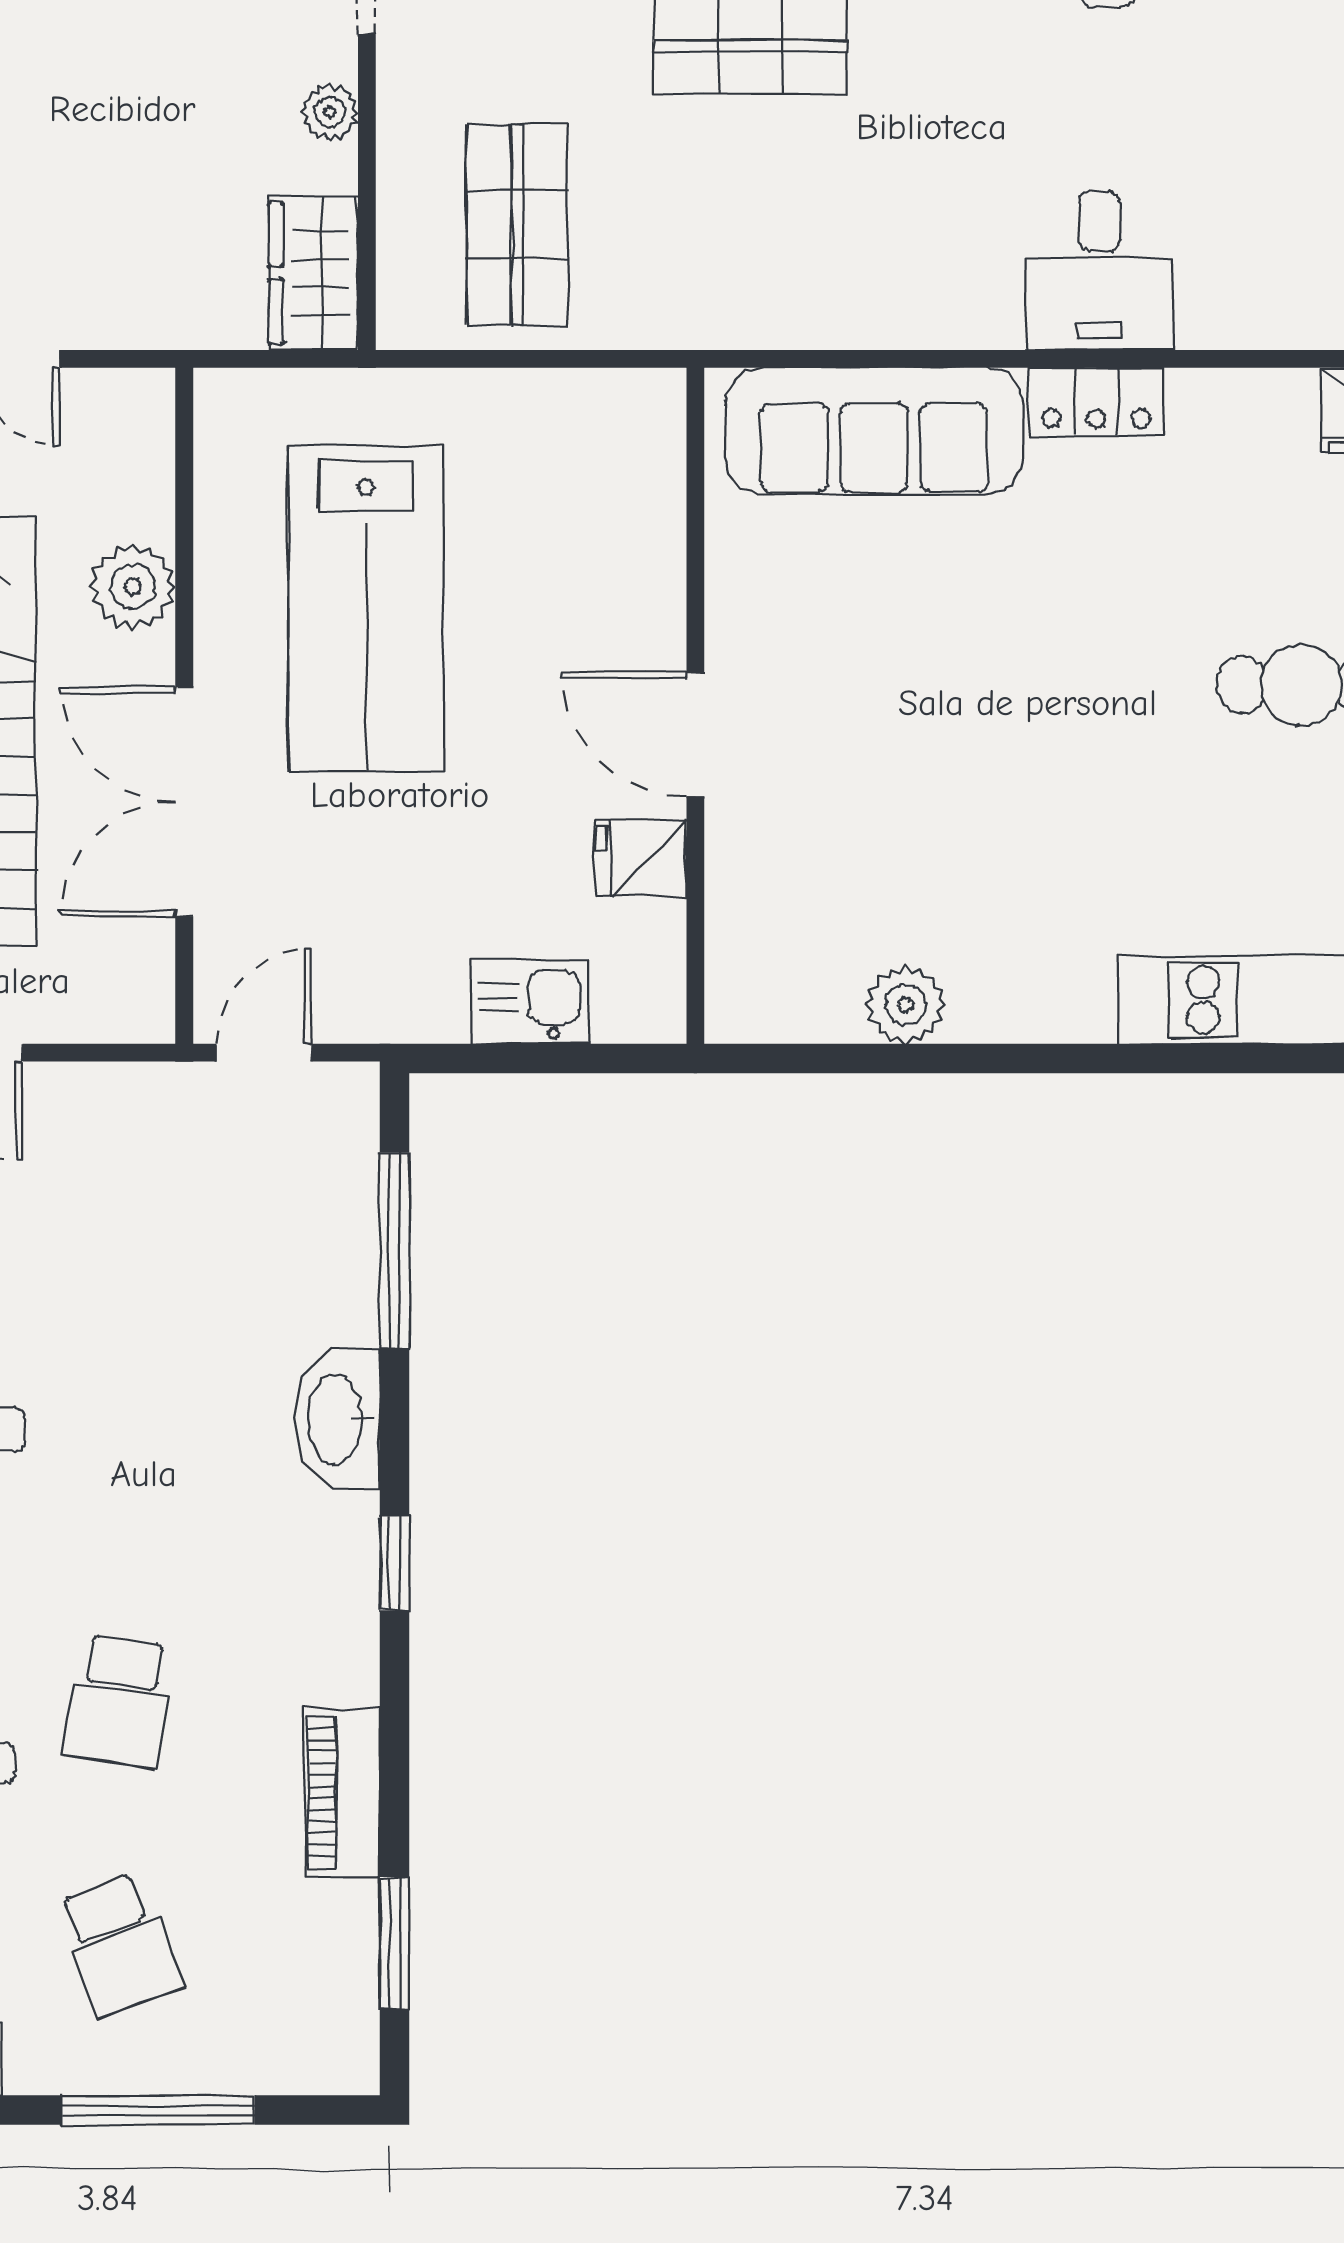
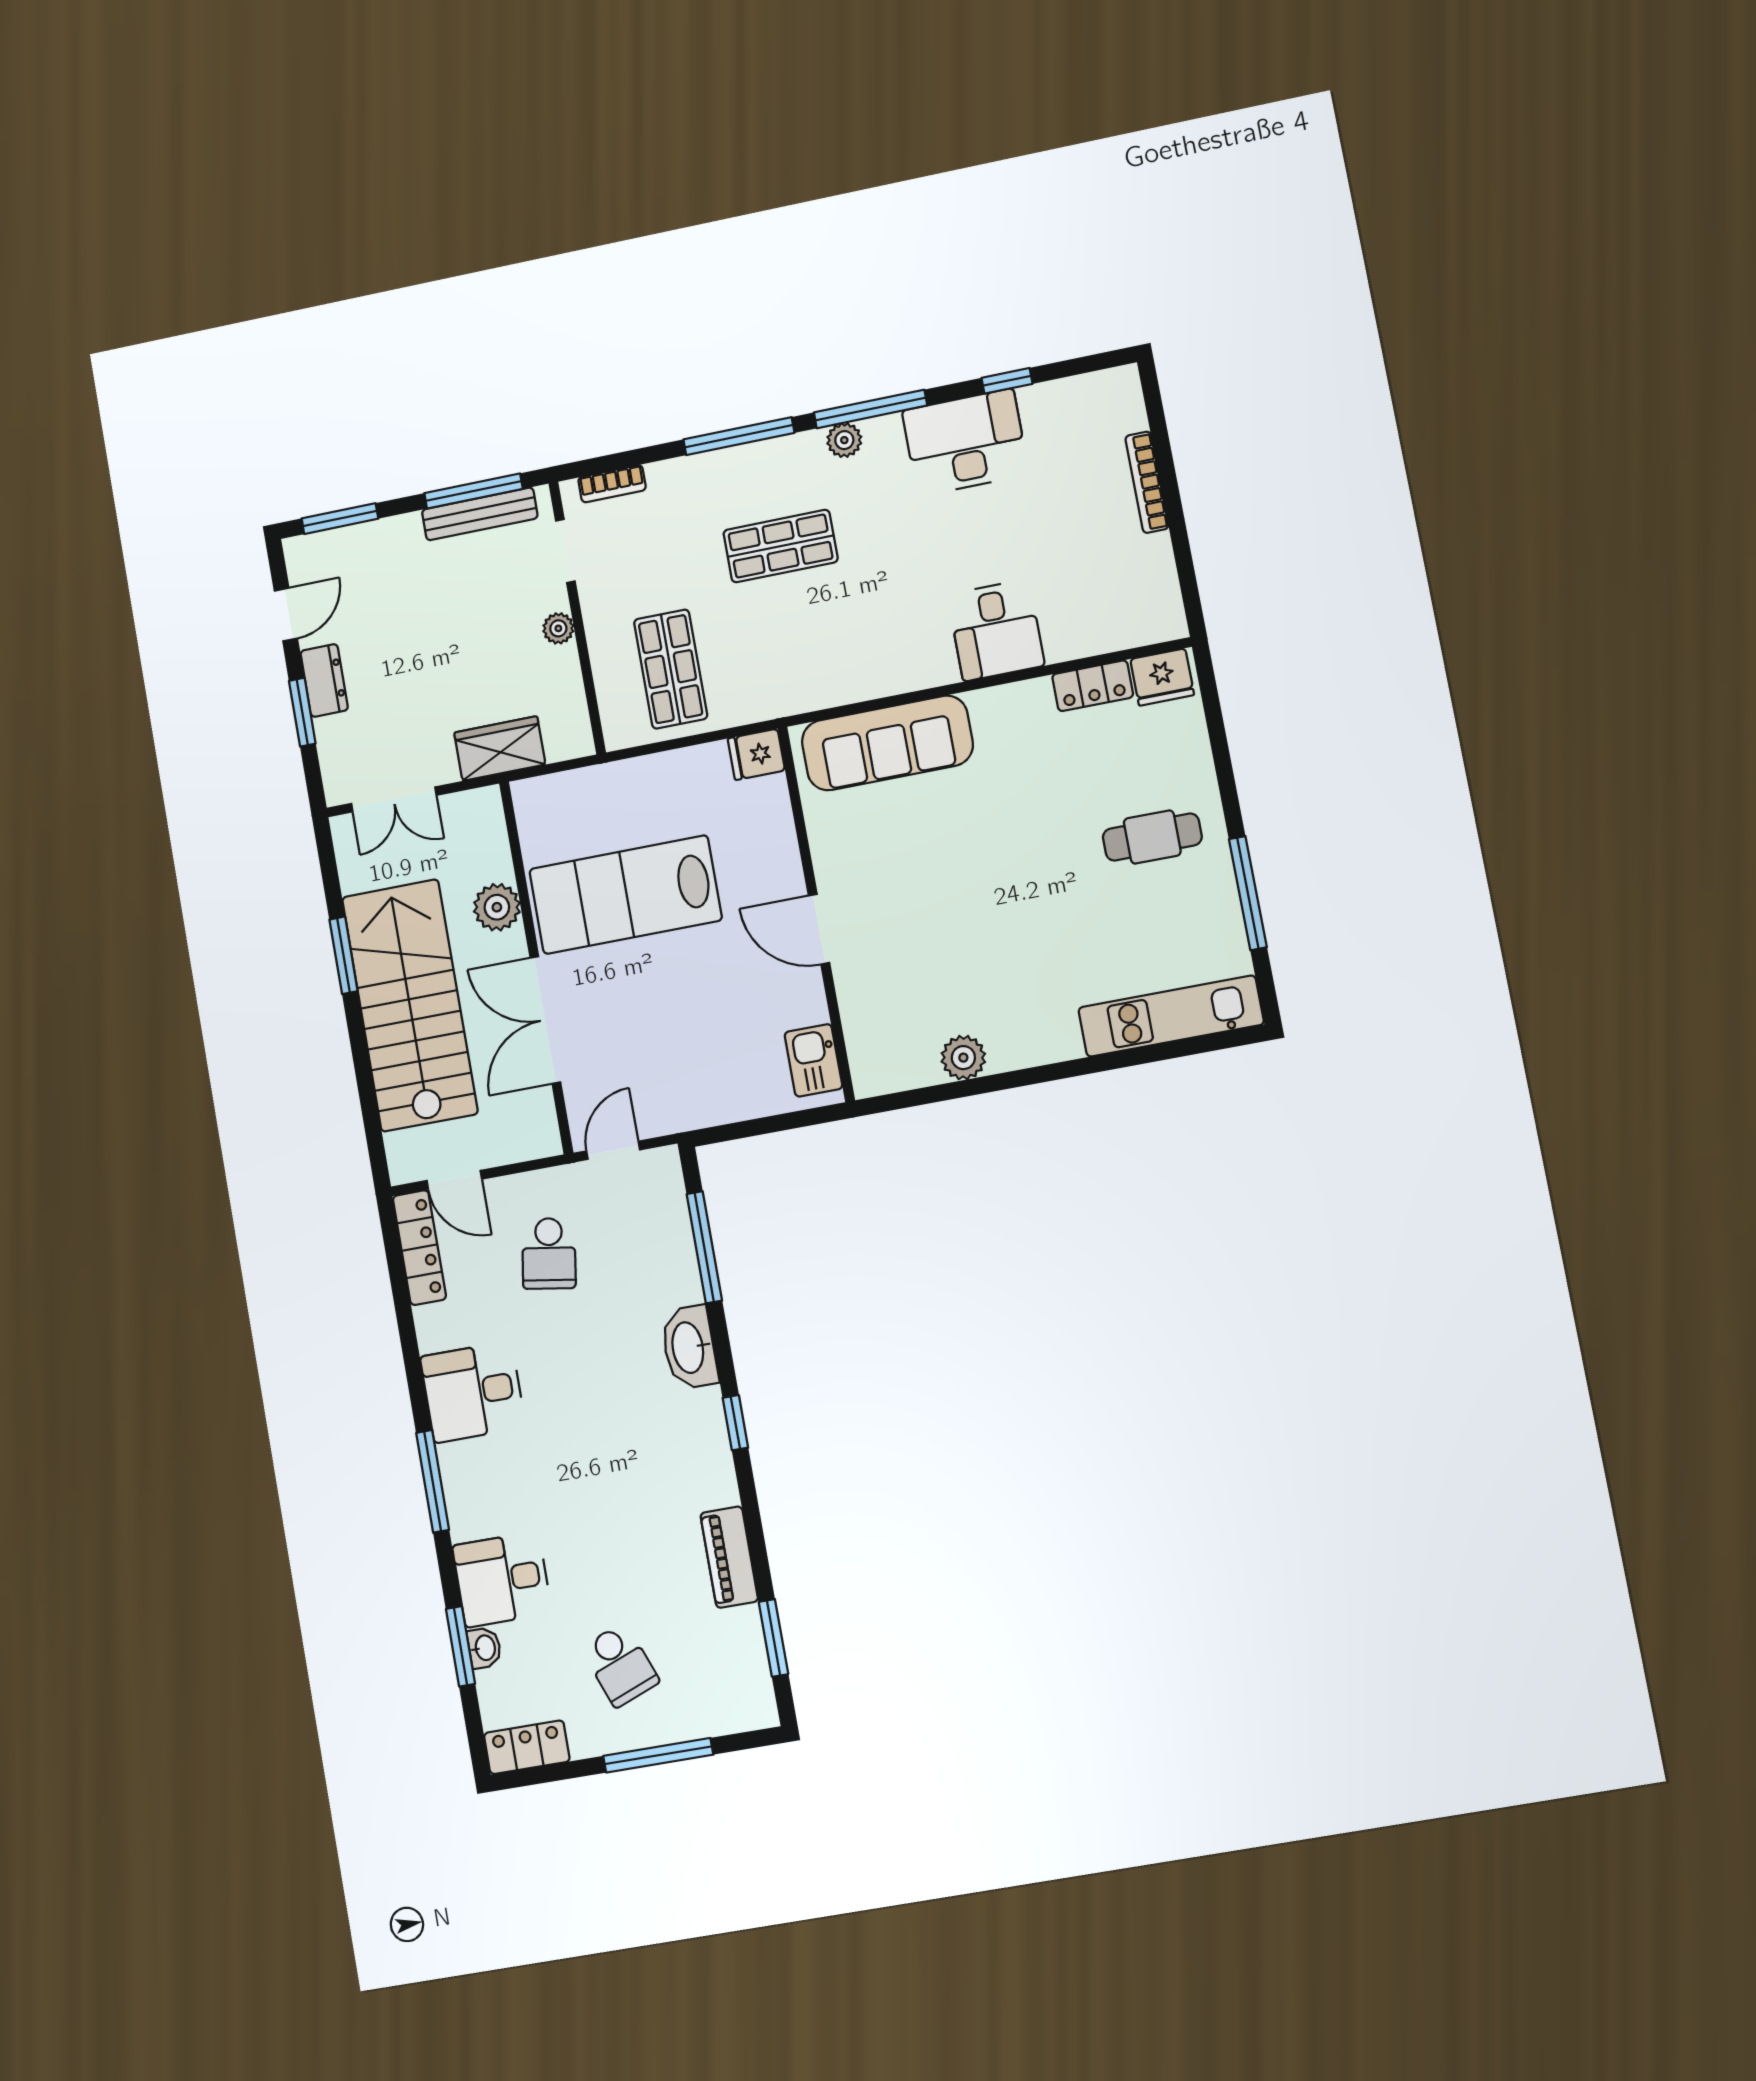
wardrobe: (313, 273) -> (500, 748), moved, turned 90
locker: (1096, 402) -> (1093, 686), moved
lab bench: (366, 608) -> (626, 895), turned 90
fridge: (641, 858) -> (756, 754), moved
kitchen sink: (530, 1001) -> (813, 1060), moved, turned -90
school desk: (119, 1701) -> (549, 1253), moved

